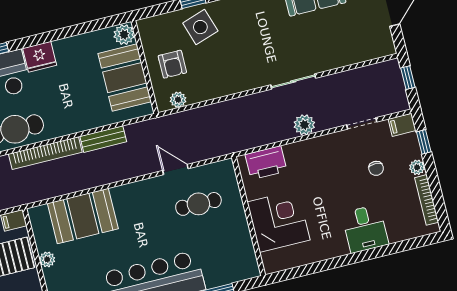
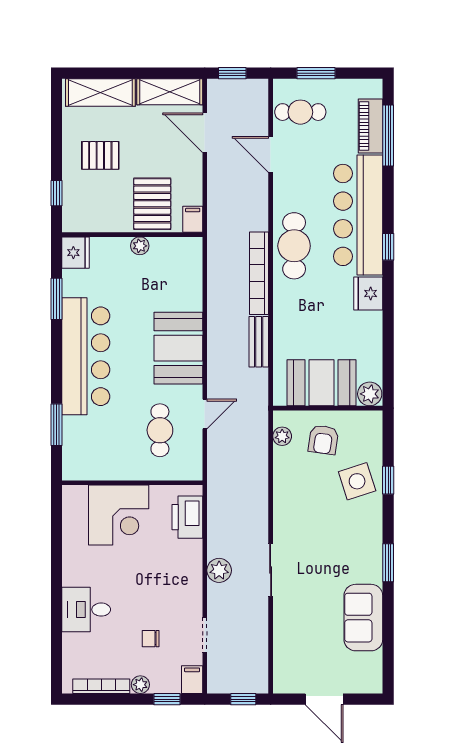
armchair: (172, 64) -> (323, 440), turned -82
booth: (83, 216) -> (178, 348), moved

